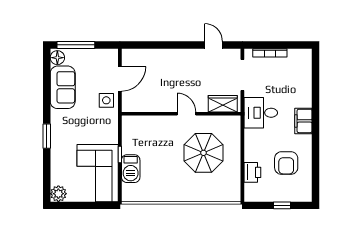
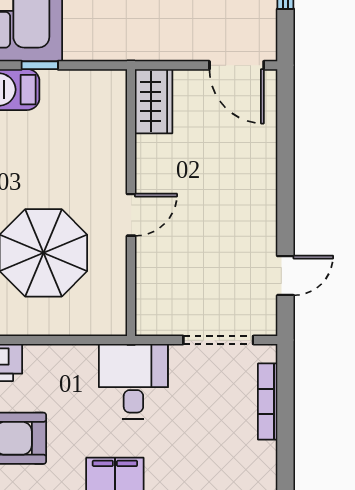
door: (120, 79) -> (237, 65), moved
side table: (106, 100) -> (161, 35), removed
wardrobe: (223, 104) -> (154, 101), moved

